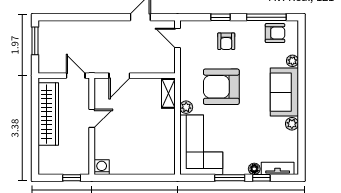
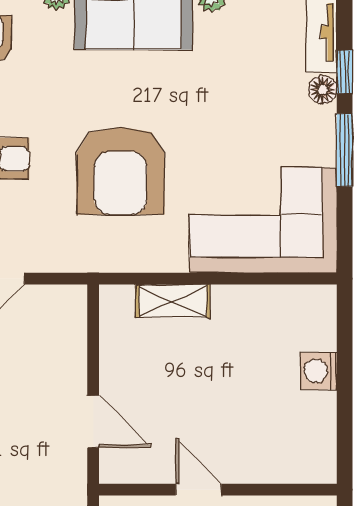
shelving: (168, 93) -> (173, 301), moved
plant: (186, 107) -> (171, 257), removed
washing machine: (102, 167) -> (319, 371), moved

